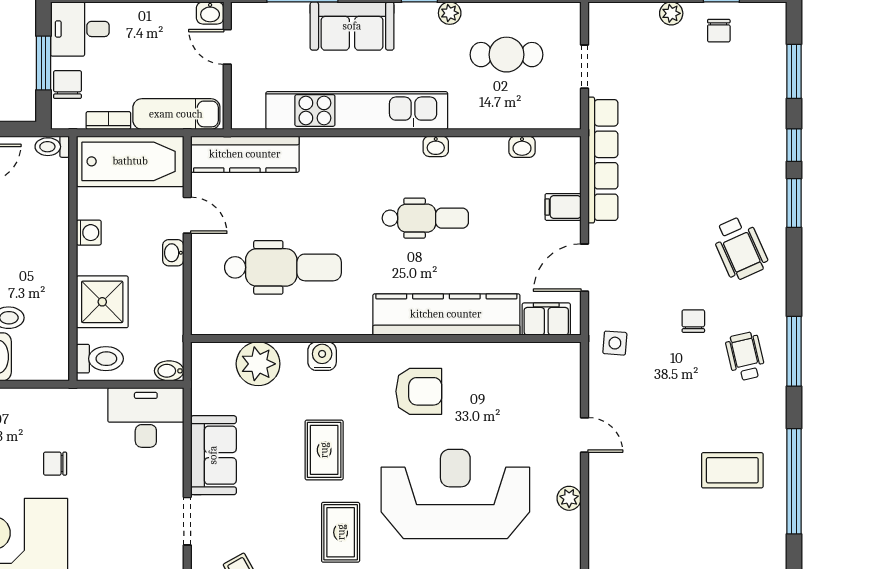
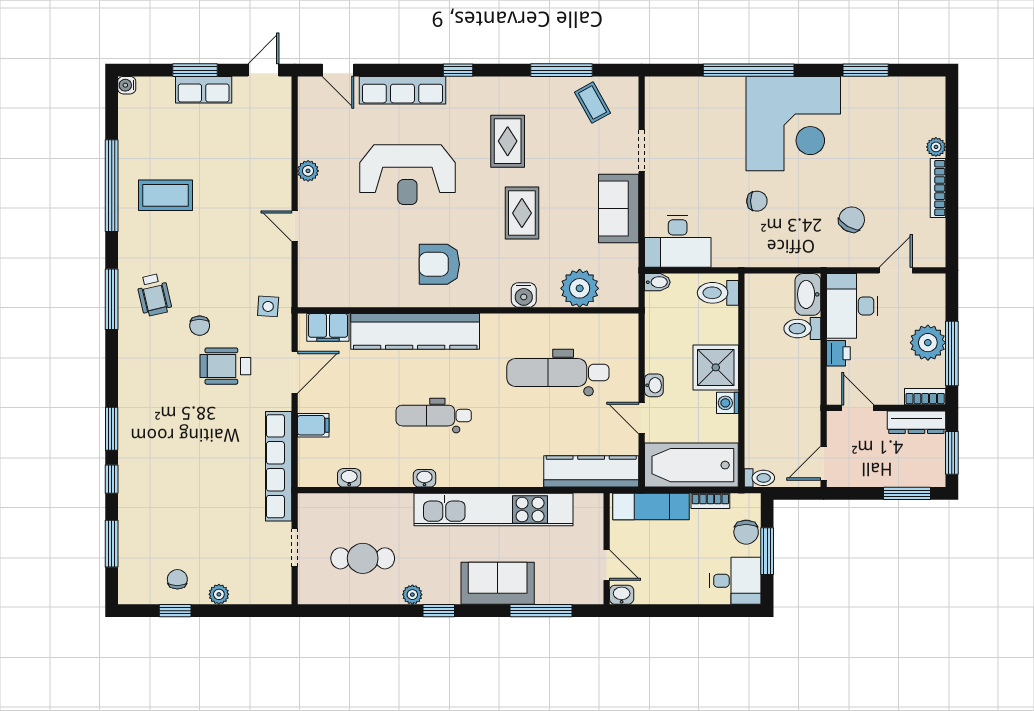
wheelchair: (740, 248) -> (225, 366), moved, turned -66
shower: (102, 302) -> (716, 367), moved
reception desk: (455, 494) -> (407, 175), width x0.74, depth x0.77

